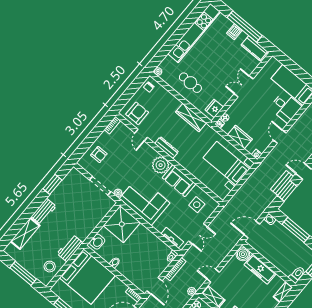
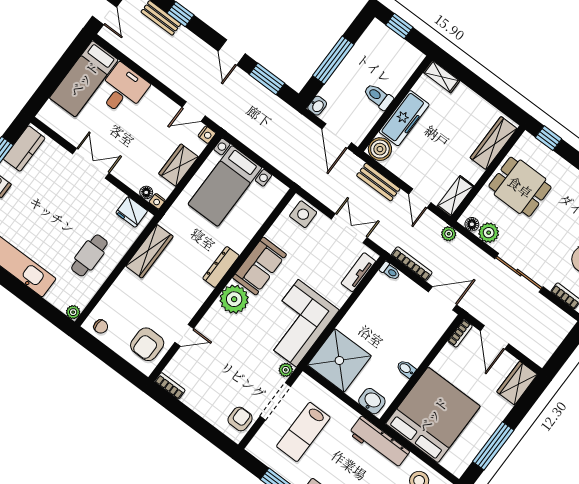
double door: (244, 86) -> (91, 163), swing flipped
armchair: (137, 113) -> (147, 344), turned -90
door: (280, 136) -> (194, 111), moved
dresser: (167, 148) -> (221, 267), moved
armchair: (99, 155) -> (240, 419), moved
bench: (282, 183) -> (378, 182), moved
lab bench: (81, 201) -> (303, 432), added
side table: (197, 205) -> (303, 214), moved
workbench: (70, 248) -> (379, 442), width x1.37
toilet: (297, 275) -> (378, 97), moved

